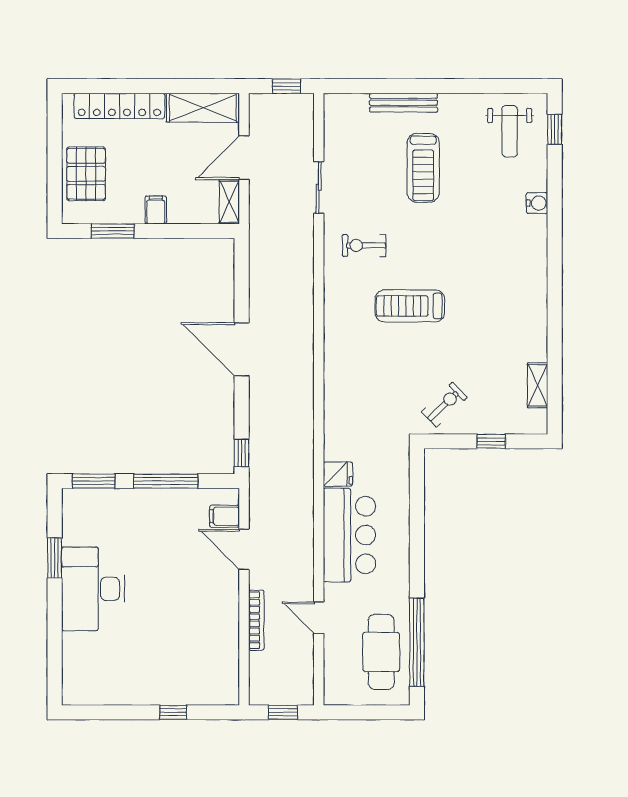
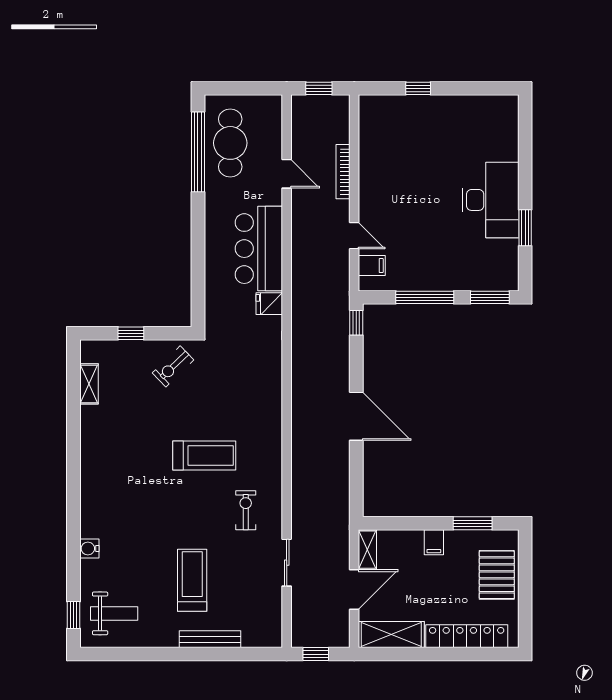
weight bench: (510, 131) -> (114, 613), turned 90
exercise bike: (364, 245) -> (246, 510), turned -90
door: (244, 549) -> (354, 236), width x0.73

